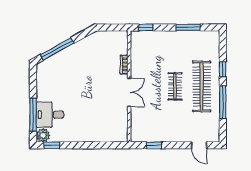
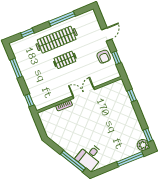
window: (223, 69) -> (27, 33), moved
desk: (50, 115) -> (90, 157), moved, turned 61
armchair: (161, 132) -> (104, 57), added
window: (104, 145) -> (132, 96), added
door: (199, 145) -> (107, 34), moved

